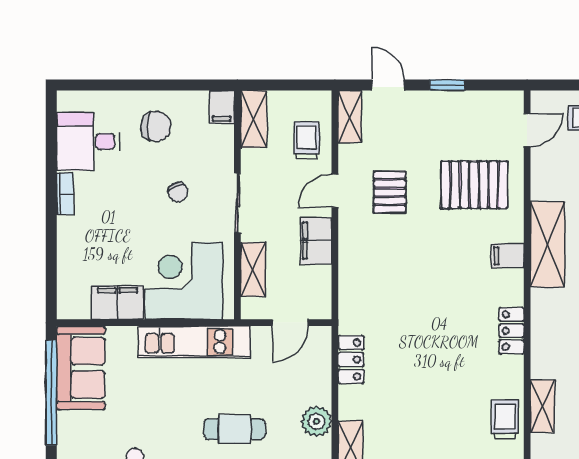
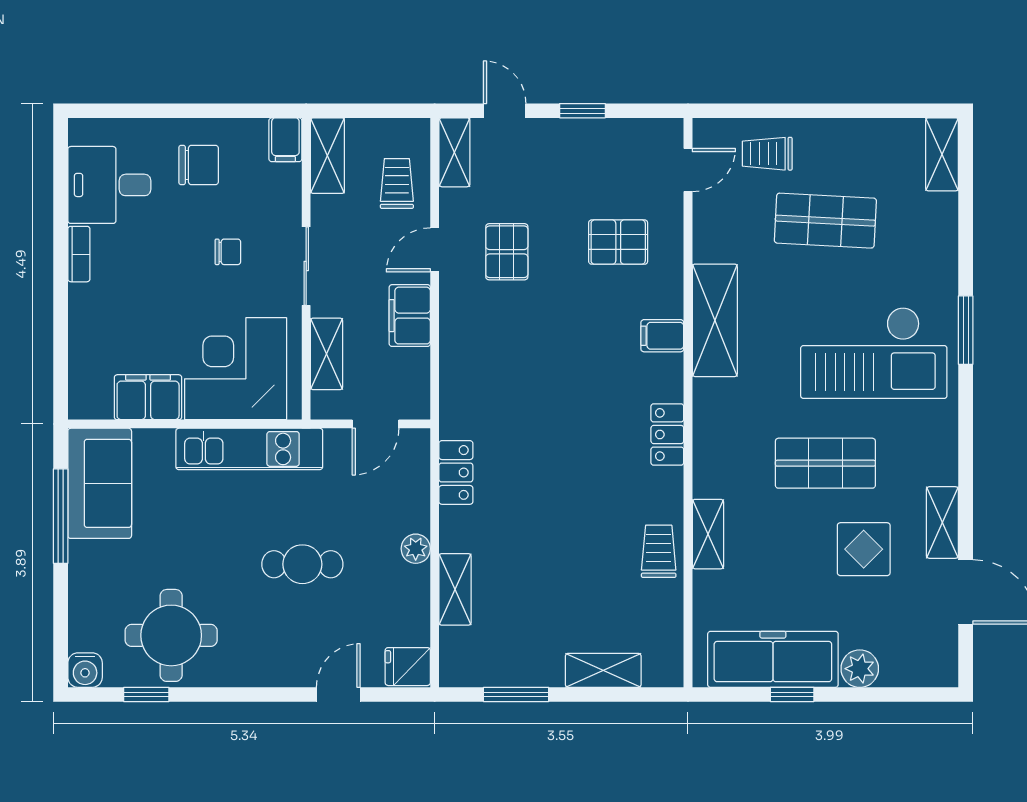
pallet: (474, 185) -> (618, 242), width x0.67, depth x0.71
chair: (178, 192) -> (228, 252), turned -69
window: (51, 393) -> (61, 516), width x0.68
plant: (316, 422) -> (416, 549), width x0.73, depth x0.73

